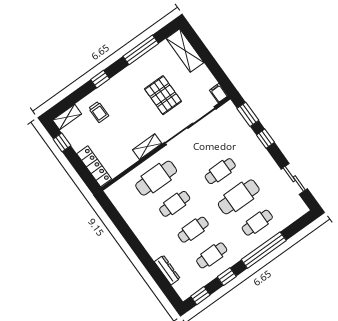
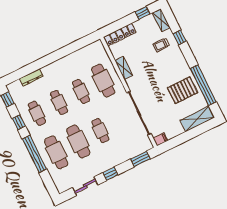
window: (141, 50) -> (203, 85), width x1.46
window: (100, 79) -> (180, 37), moved
pallet: (163, 95) -> (183, 90), moved
window: (265, 139) -> (110, 174), moved
shelving: (147, 147) -> (124, 68), moved
cafe table: (257, 223) -> (56, 152), width x1.37, depth x1.35

